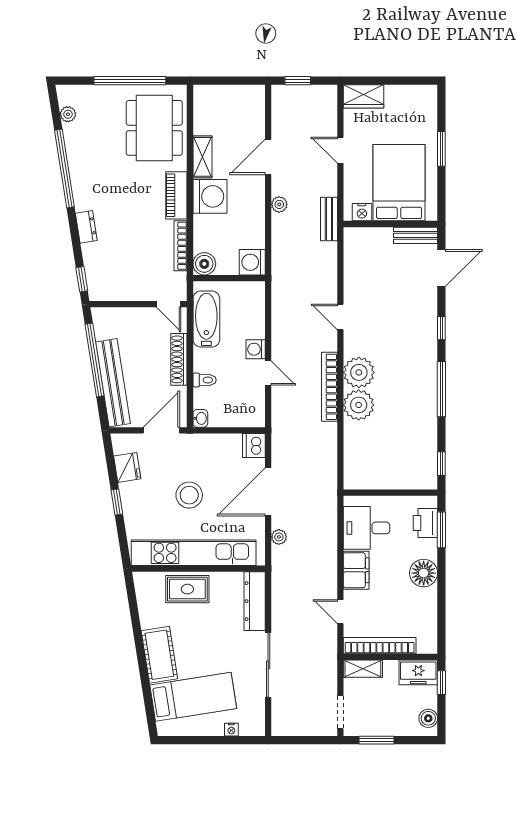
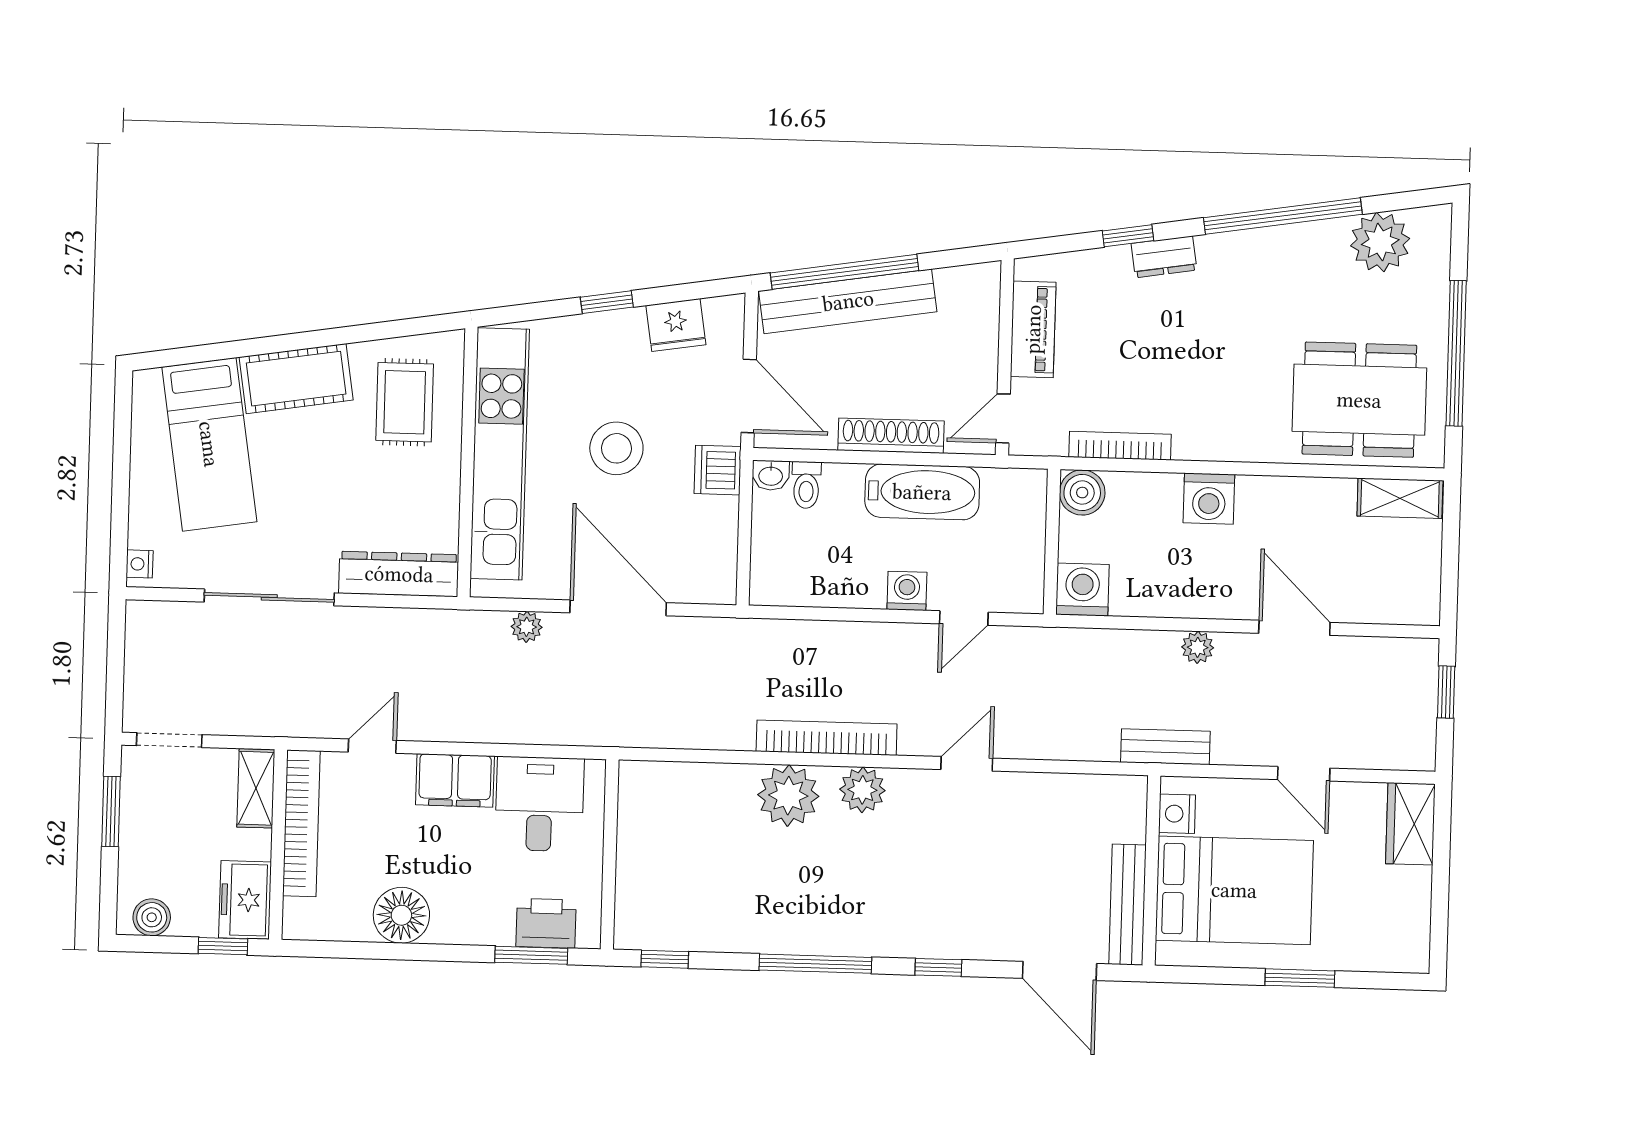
plant: (68, 114) -> (1380, 242), width x1.88, depth x1.88
door: (340, 150) -> (1304, 774), swing flipped
shelving: (202, 157) -> (1400, 498), moved
piano: (176, 195) -> (1033, 329), moved, turned 90
washing machine: (210, 196) -> (1209, 499), width x0.73, depth x0.73
bench: (416, 235) -> (1127, 905), width x1.36
window: (82, 279) -> (1128, 236), moved
bathtub: (206, 319) -> (922, 492), moved
window: (95, 360) -> (844, 272), moved
plant: (359, 372) -> (862, 790), width x0.73, depth x0.73
door: (268, 373) -> (964, 618), moved
toilet: (205, 380) -> (806, 485), moved
dishwasher: (254, 445) -> (718, 470), moved, turned -90
floor lamp: (424, 573) -> (401, 915), moved
rug: (187, 589) -> (405, 402), moved
nightstand: (231, 730) -> (140, 564), moved

